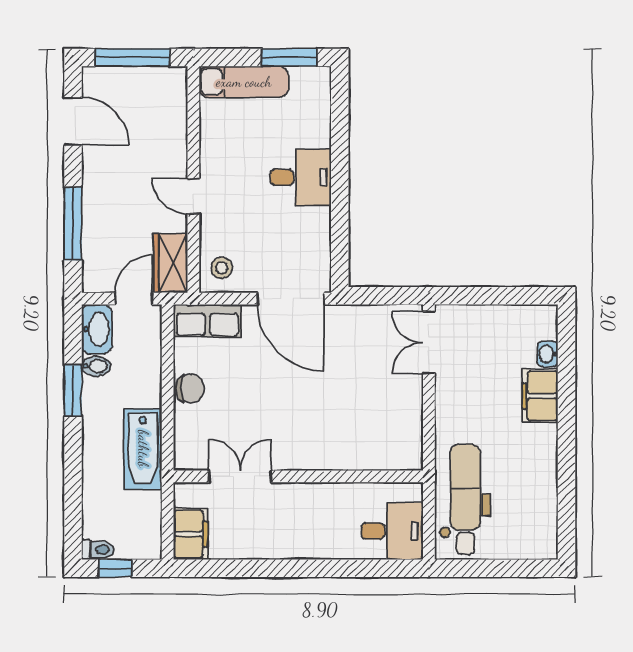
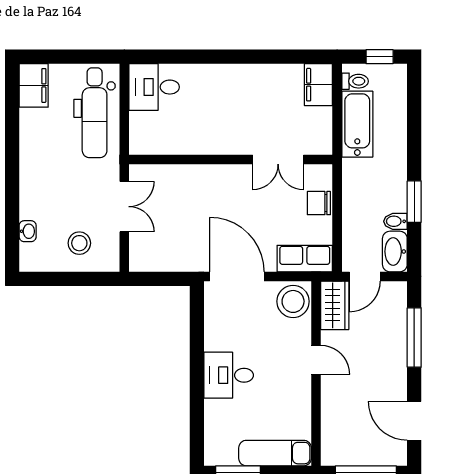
stool: (222, 268) -> (293, 301), width x1.89, depth x1.89
stool: (484, 339) -> (79, 243), added
double door: (429, 343) -> (124, 207), moved
filing cabinet: (540, 396) -> (34, 85), moved
bathtub: (143, 449) -> (357, 124), moved
double door: (240, 476) -> (278, 160), moved
wall: (298, 476) -> (231, 160), moved
toilet: (98, 550) -> (355, 81), moved, turned 180

